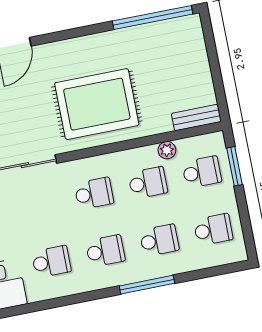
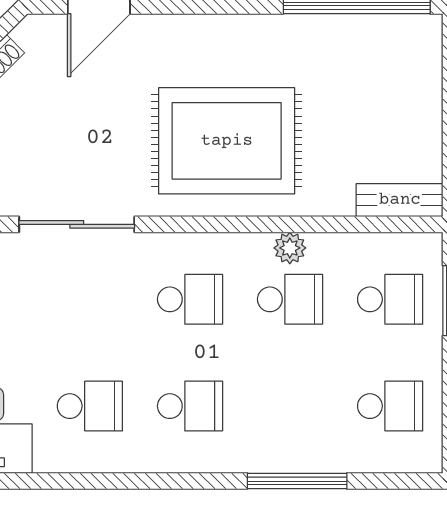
plant: (167, 150) -> (290, 248), moved
school desk: (159, 240) -> (290, 406), removed
window: (147, 285) -> (297, 481), moved

